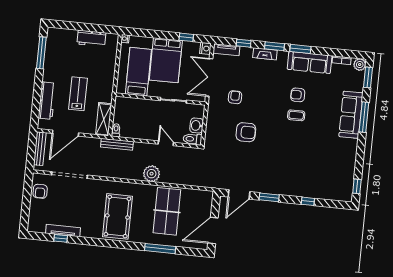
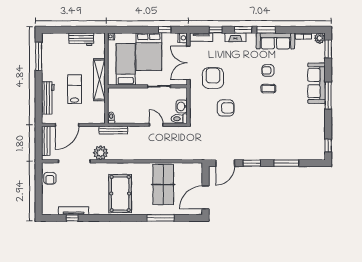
armchair: (235, 97) -> (213, 78), width x1.88, depth x1.88
window: (364, 117) -> (328, 96), moved
shelving: (104, 119) -> (99, 80), moved, width x1.47
plant: (152, 174) -> (101, 153), moved
window: (308, 201) -> (286, 163), width x2.17

